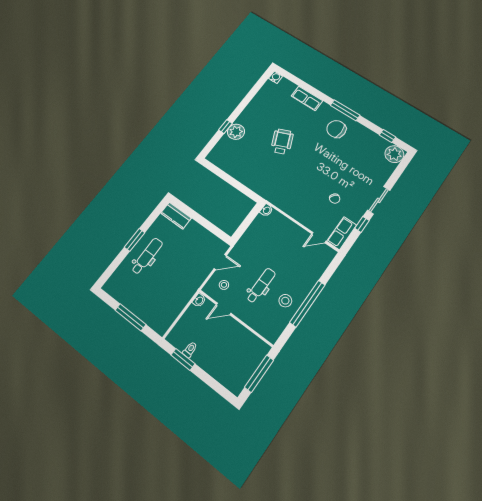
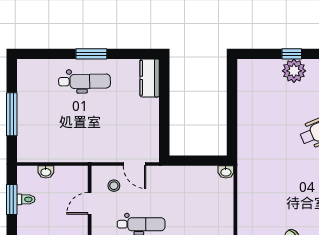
washbasin: (199, 300) -> (46, 172), moved
door: (224, 309) -> (90, 203), hinge flipped

